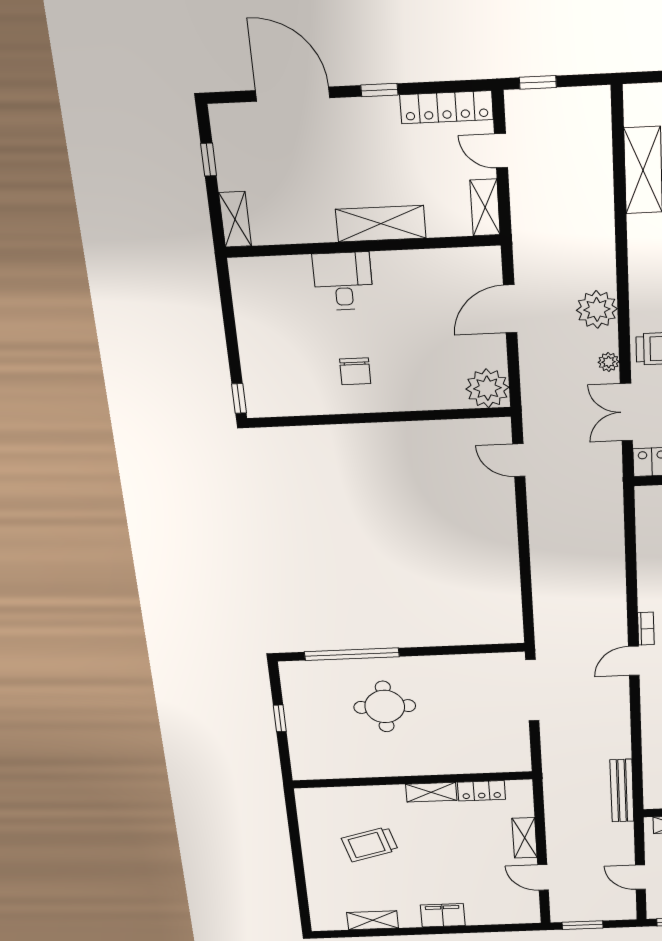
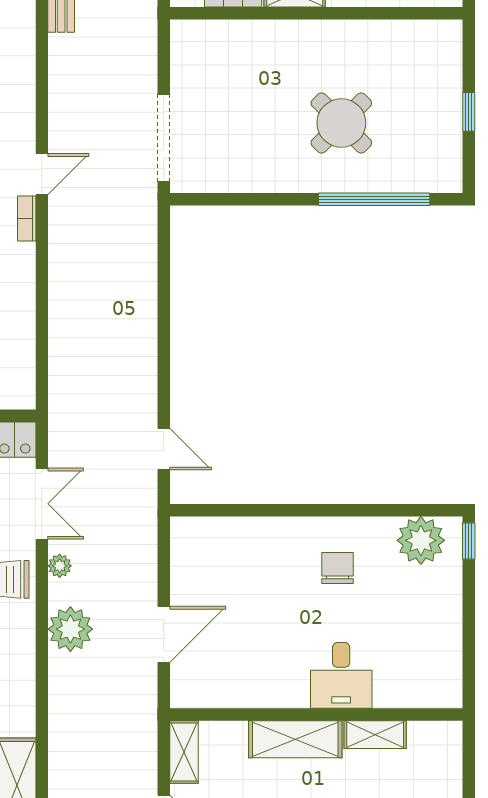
shelving: (235, 219) -> (375, 735), moved, turned 90
plant: (487, 388) -> (421, 540), moved
round table: (385, 707) -> (341, 123), turned 45

